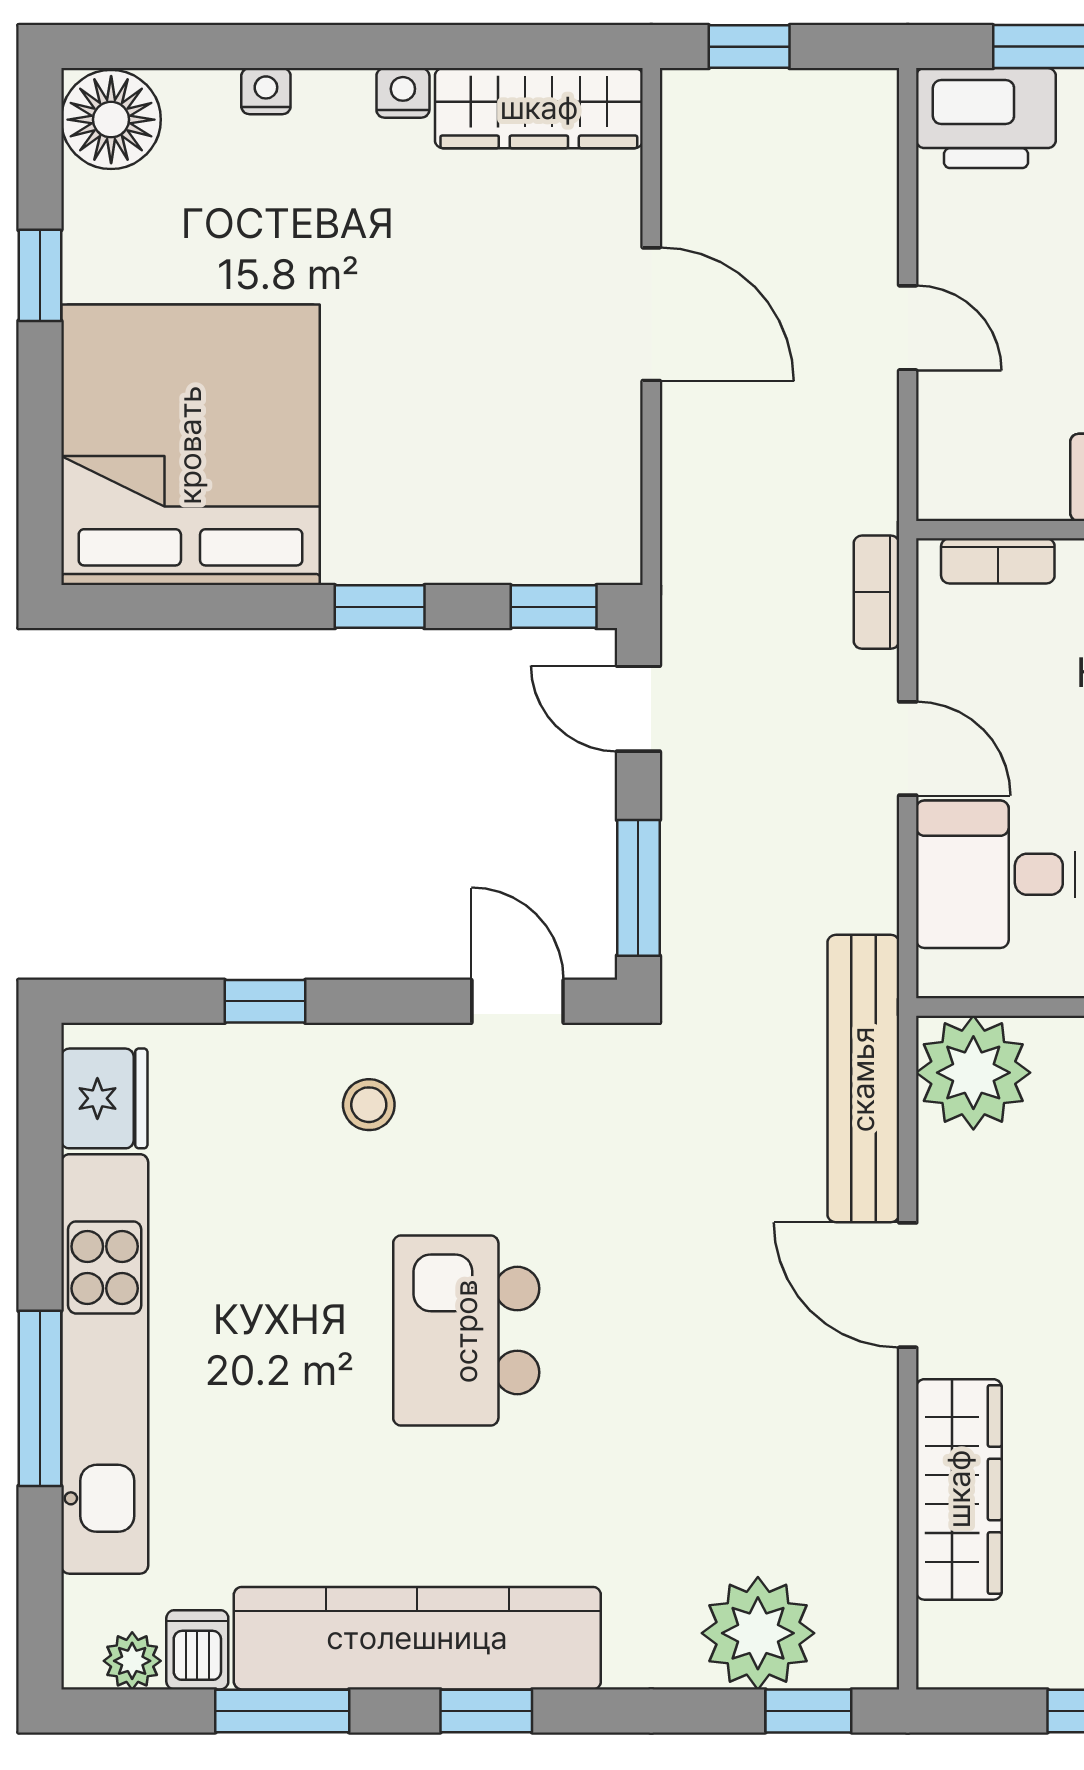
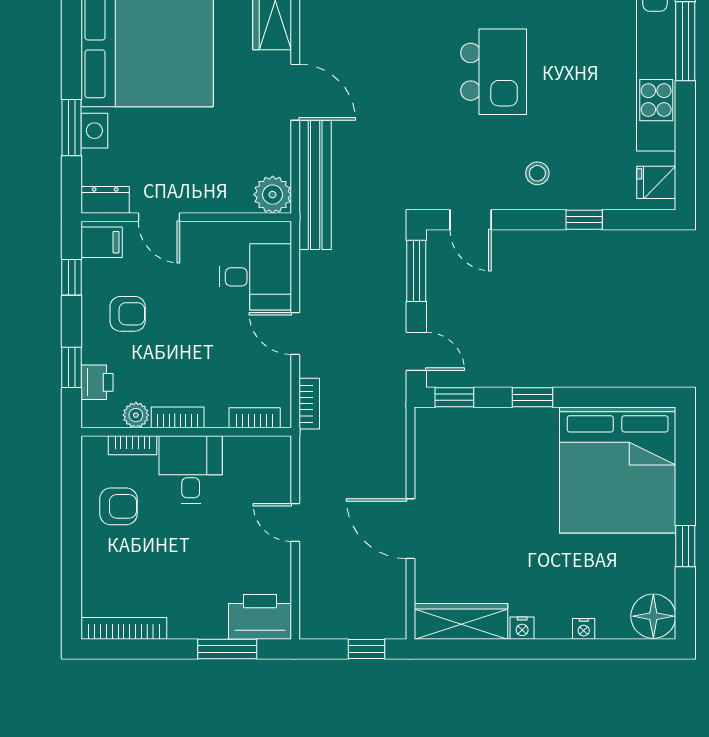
plant: (973, 1073) -> (273, 195), width x0.73, depth x0.73
fridge: (104, 1098) -> (656, 182), width x0.72

